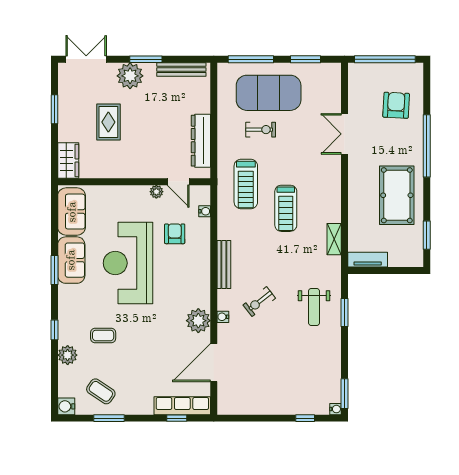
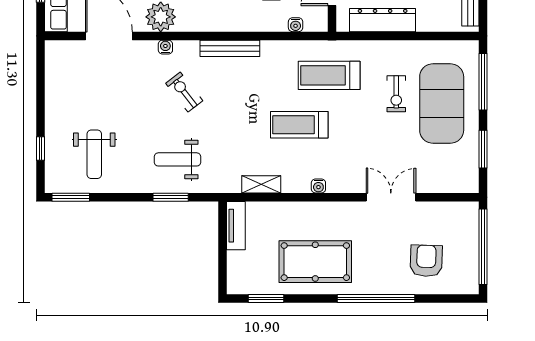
armchair: (396, 105) -> (426, 261), turned -91
weight bench: (310, 374) -> (94, 154), added
water cooler: (335, 409) -> (318, 186), moved

